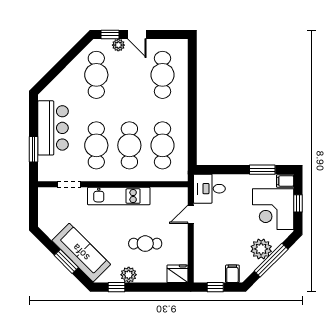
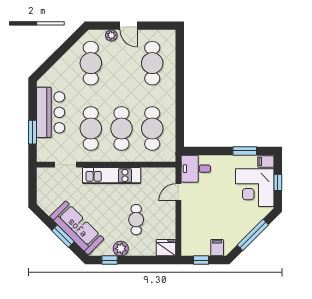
window: (110, 34) -> (104, 26), removed
cafe table: (145, 244) -> (136, 220), turned 90
plant: (261, 249) -> (244, 225), removed

